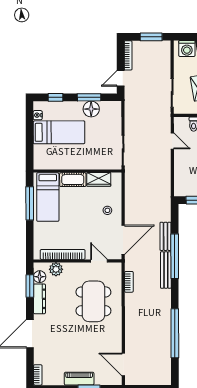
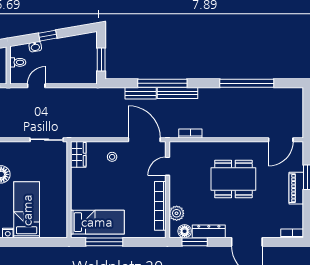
wardrobe: (99, 179) -> (78, 154), moved
cot: (73, 180) -> (78, 195), removed
dining table: (93, 301) -> (233, 179), moved

